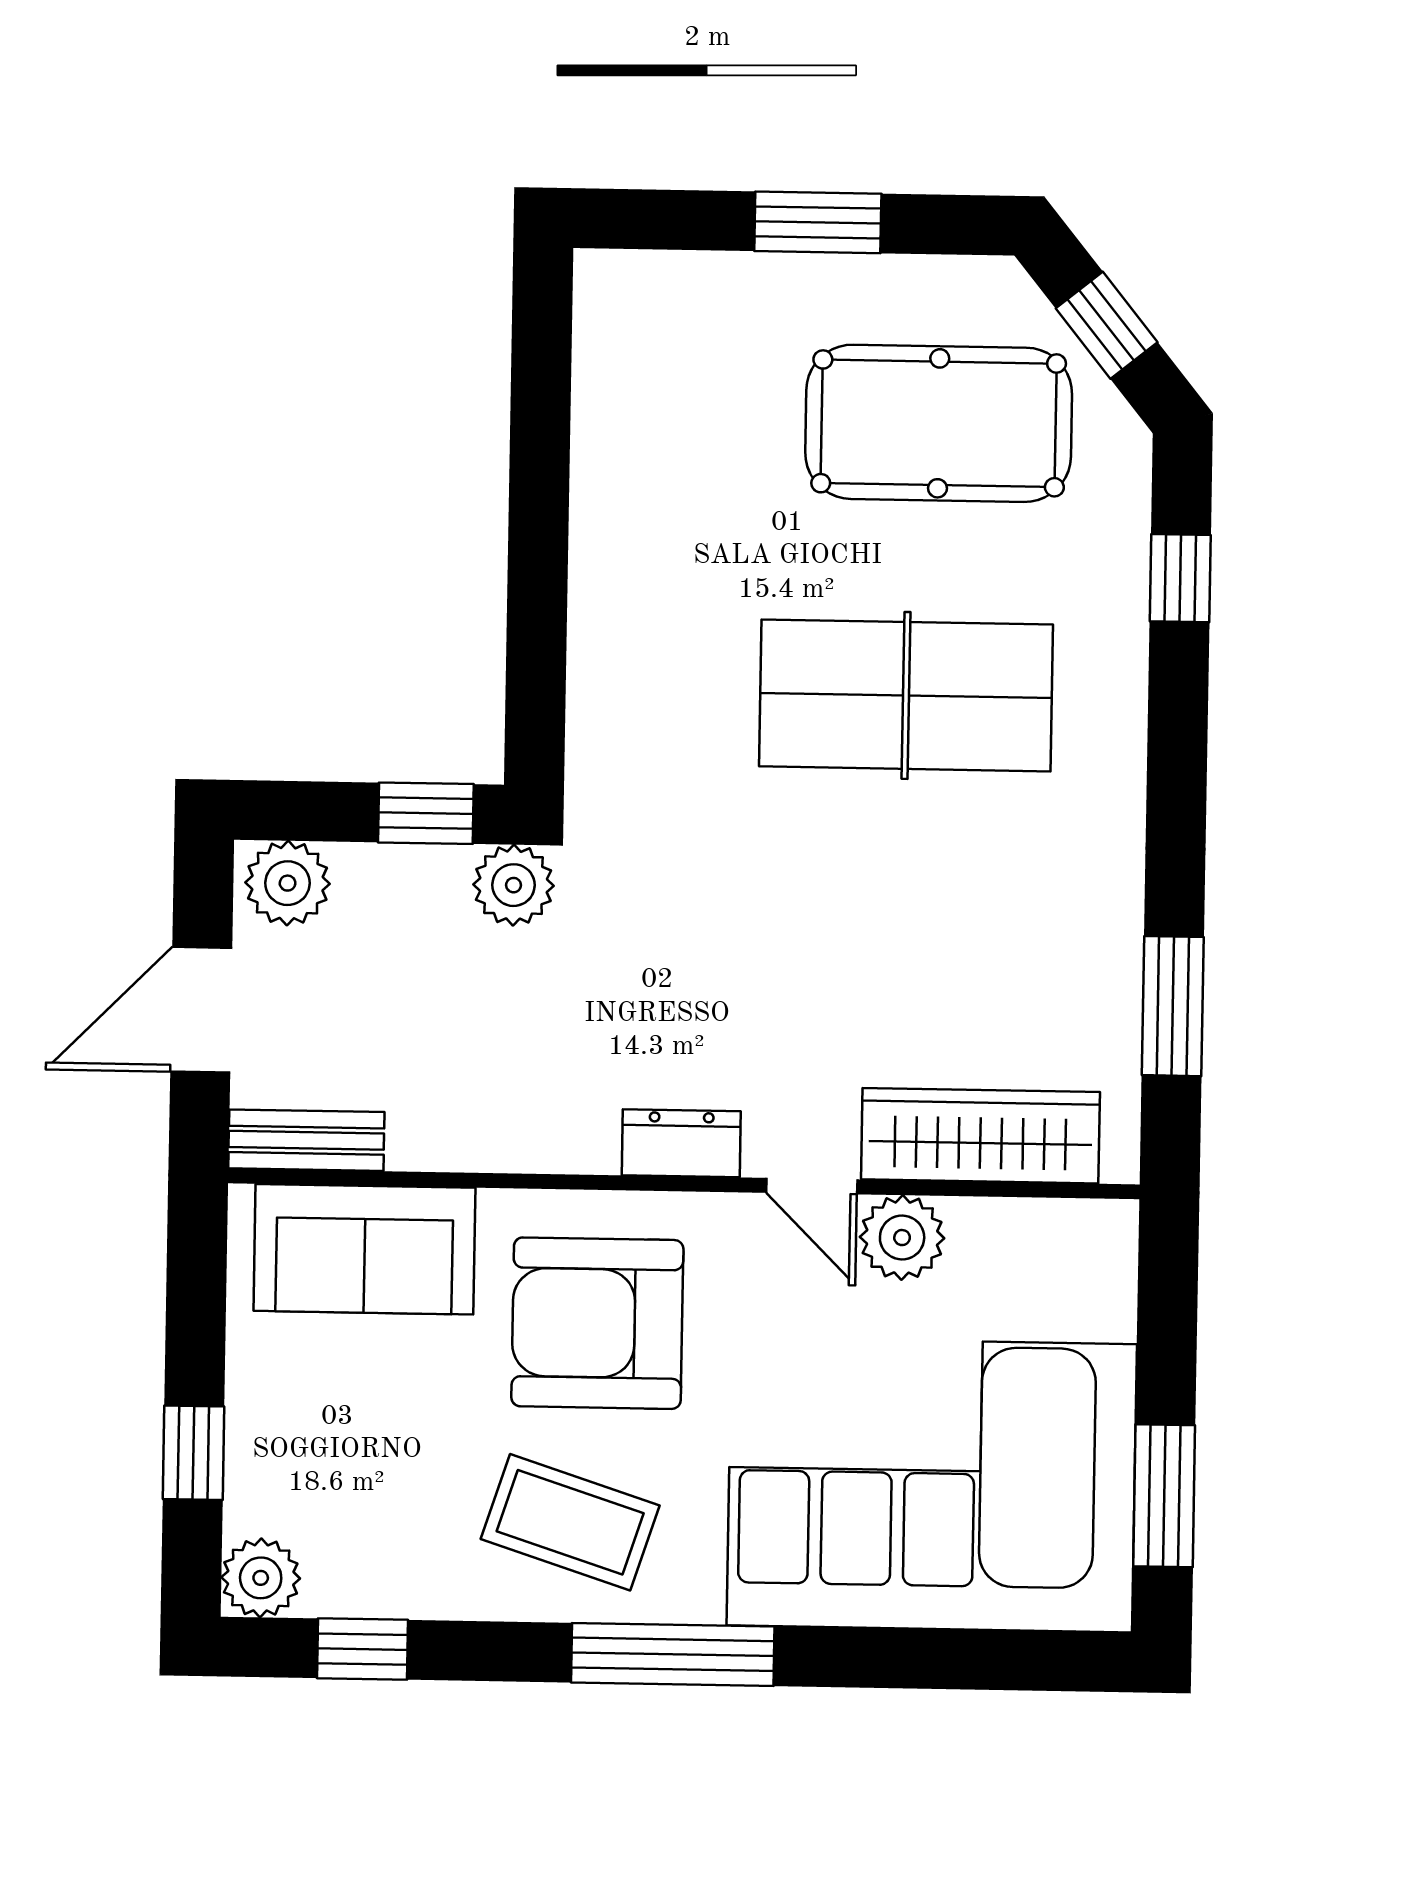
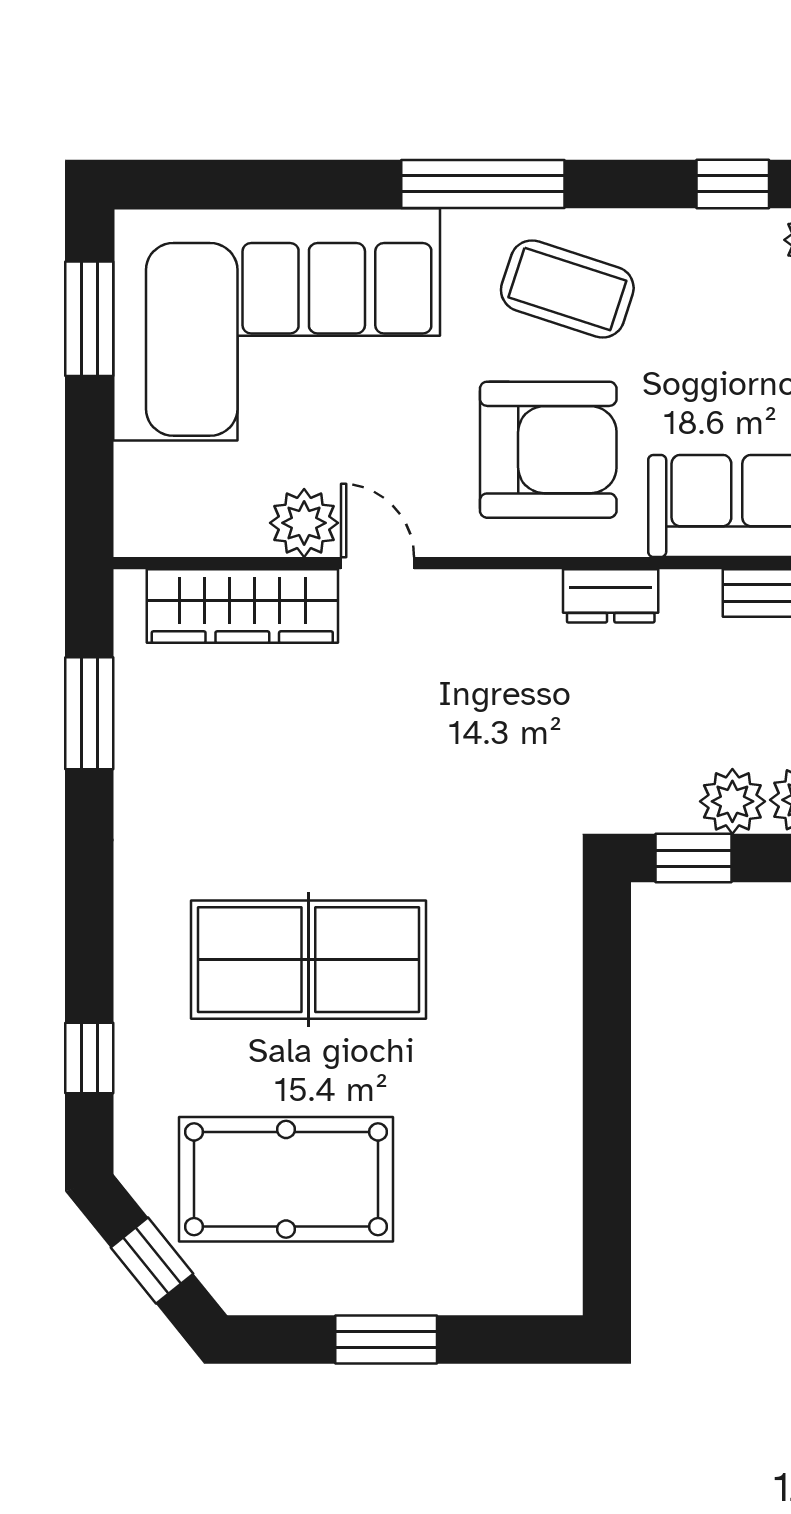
plant: (514, 885) -> (732, 801), moved
dresser: (681, 1143) -> (611, 596), moved

